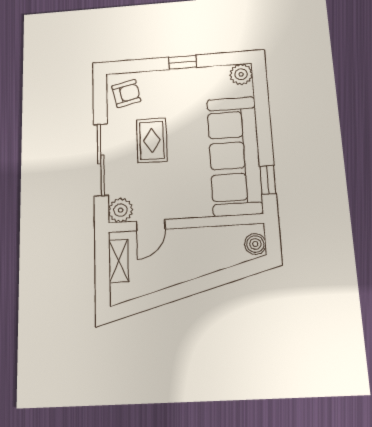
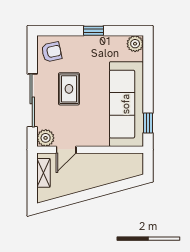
boiler: (255, 244) -> (136, 167), removed

